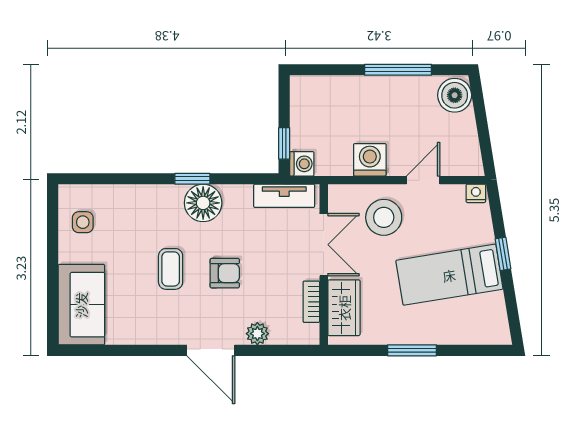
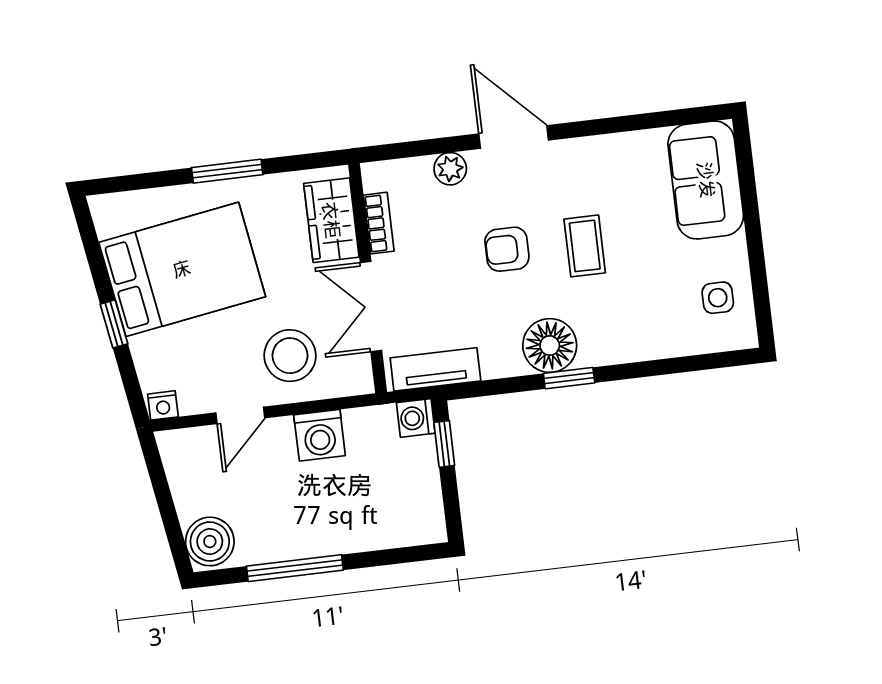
bed: (449, 275) -> (182, 269), width x1.50

